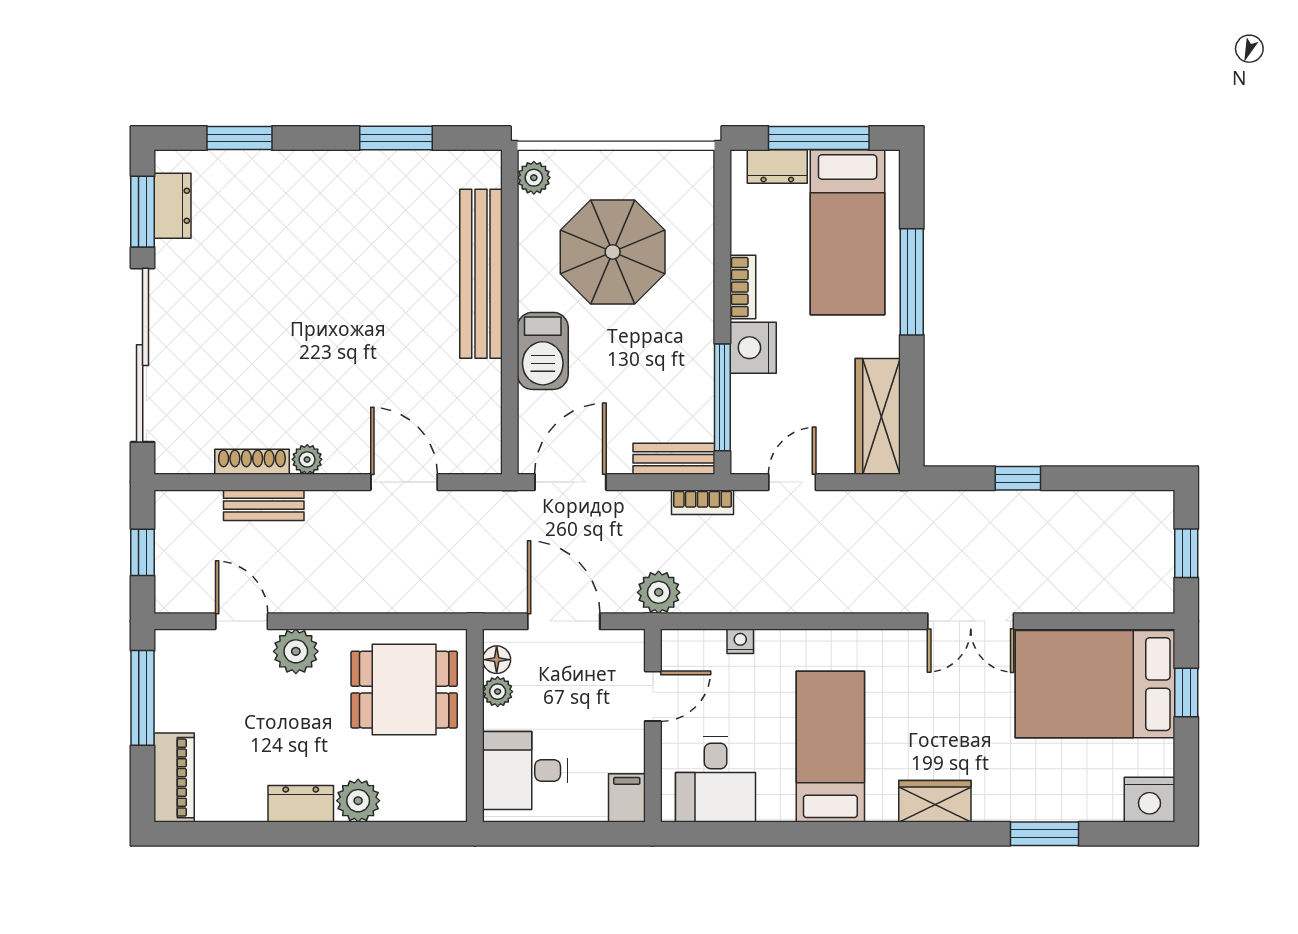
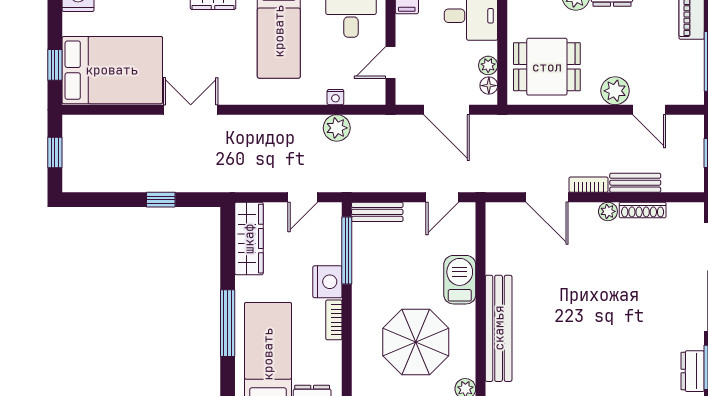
door: (570, 482) -> (442, 197), width x0.73
bookcase: (703, 502) -> (589, 185), moved
plant: (659, 592) -> (337, 128), moved

